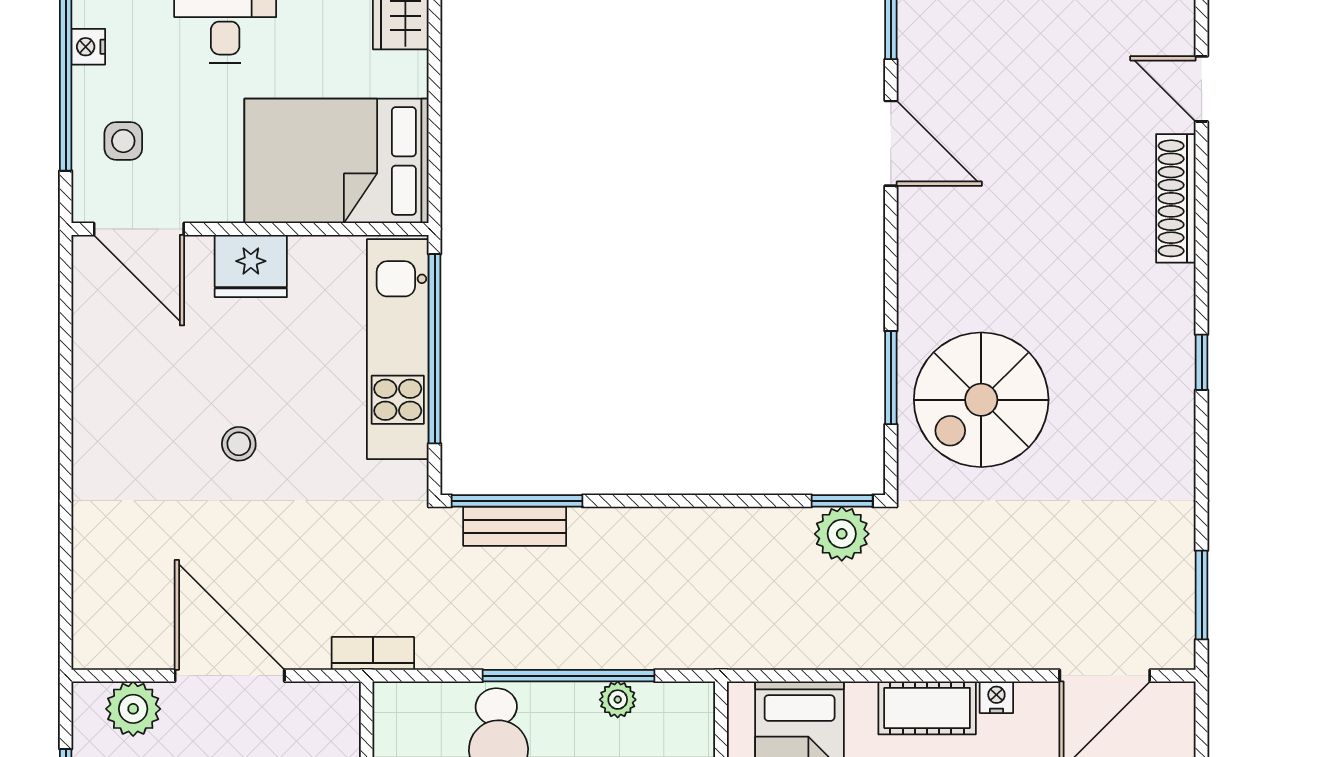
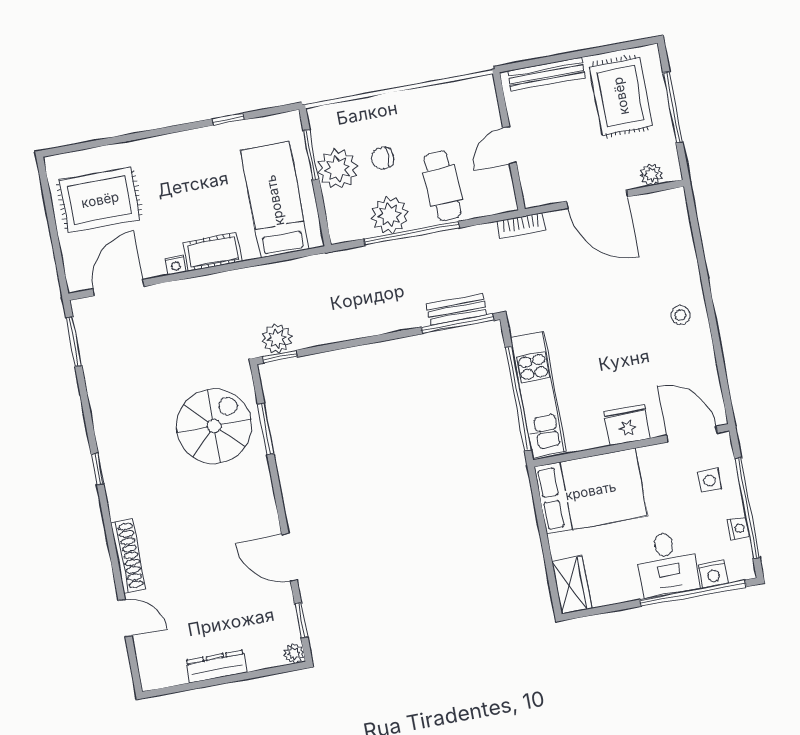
stool: (239, 444) -> (680, 315), moved
plant: (618, 700) -> (390, 215), width x1.88, depth x1.88
plant: (133, 709) -> (651, 174), width x0.73, depth x0.73

